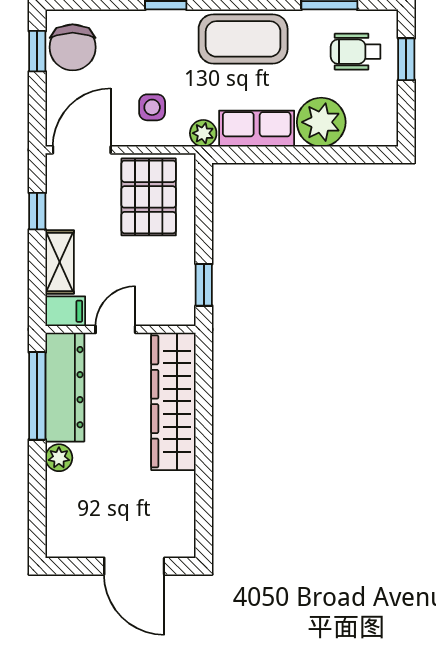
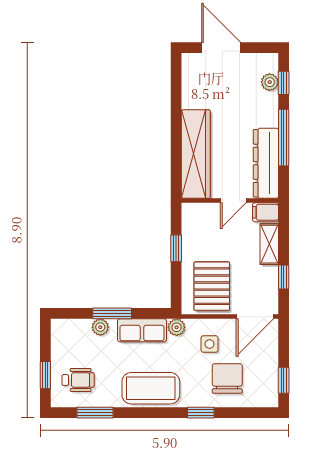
chair: (73, 47) -> (227, 379), moved
plant: (321, 122) -> (100, 327), width x0.53, depth x0.53
window: (303, 155) -> (112, 313), added
window: (204, 285) -> (176, 248), moved
window: (37, 396) -> (284, 138), moved
plant: (59, 458) -> (270, 82), moved
window: (37, 512) -> (284, 83), added

